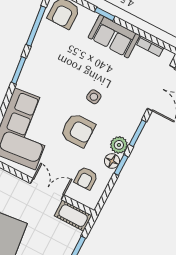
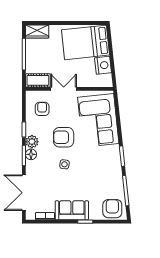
floor lamp: (112, 161) -> (31, 154), moved
double door: (47, 189) -> (64, 89), swing flipped

